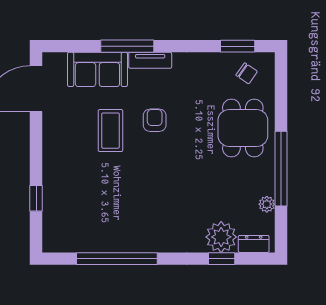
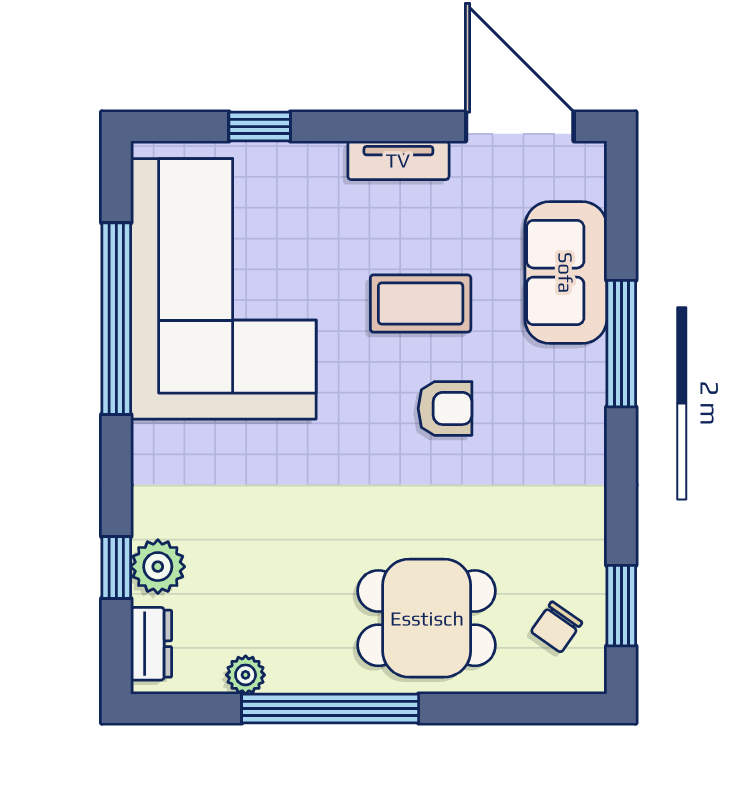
tv unit: (150, 60) -> (398, 160), moved, turned -90
corner sofa: (104, 214) -> (223, 289), added
plant: (221, 237) -> (158, 567), width x0.73, depth x0.73

